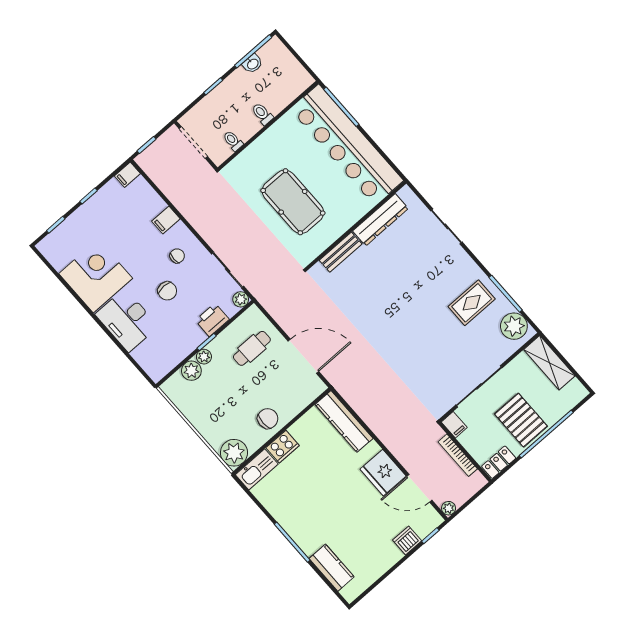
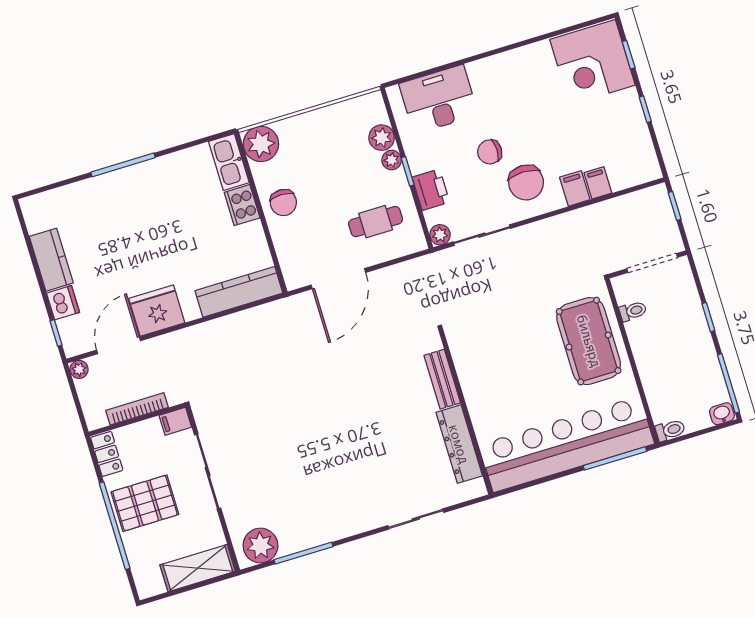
washbasin: (253, 64) -> (722, 414), moved, turned 90
toilet: (262, 114) -> (670, 430), moved
filing cabinet: (127, 175) -> (598, 183), moved
pool table: (293, 202) -> (589, 341), moved, turned 90
chair: (177, 256) -> (526, 183), width x1.87, depth x1.87
corner desk: (96, 276) -> (593, 62), moved, turned 90
rug: (472, 303) -> (311, 508), removed
desk: (127, 320) -> (439, 99), moved
cafe table: (252, 348) -> (376, 222), turned 90
kitchen counter: (332, 568) -> (51, 260), moved, turned -90

